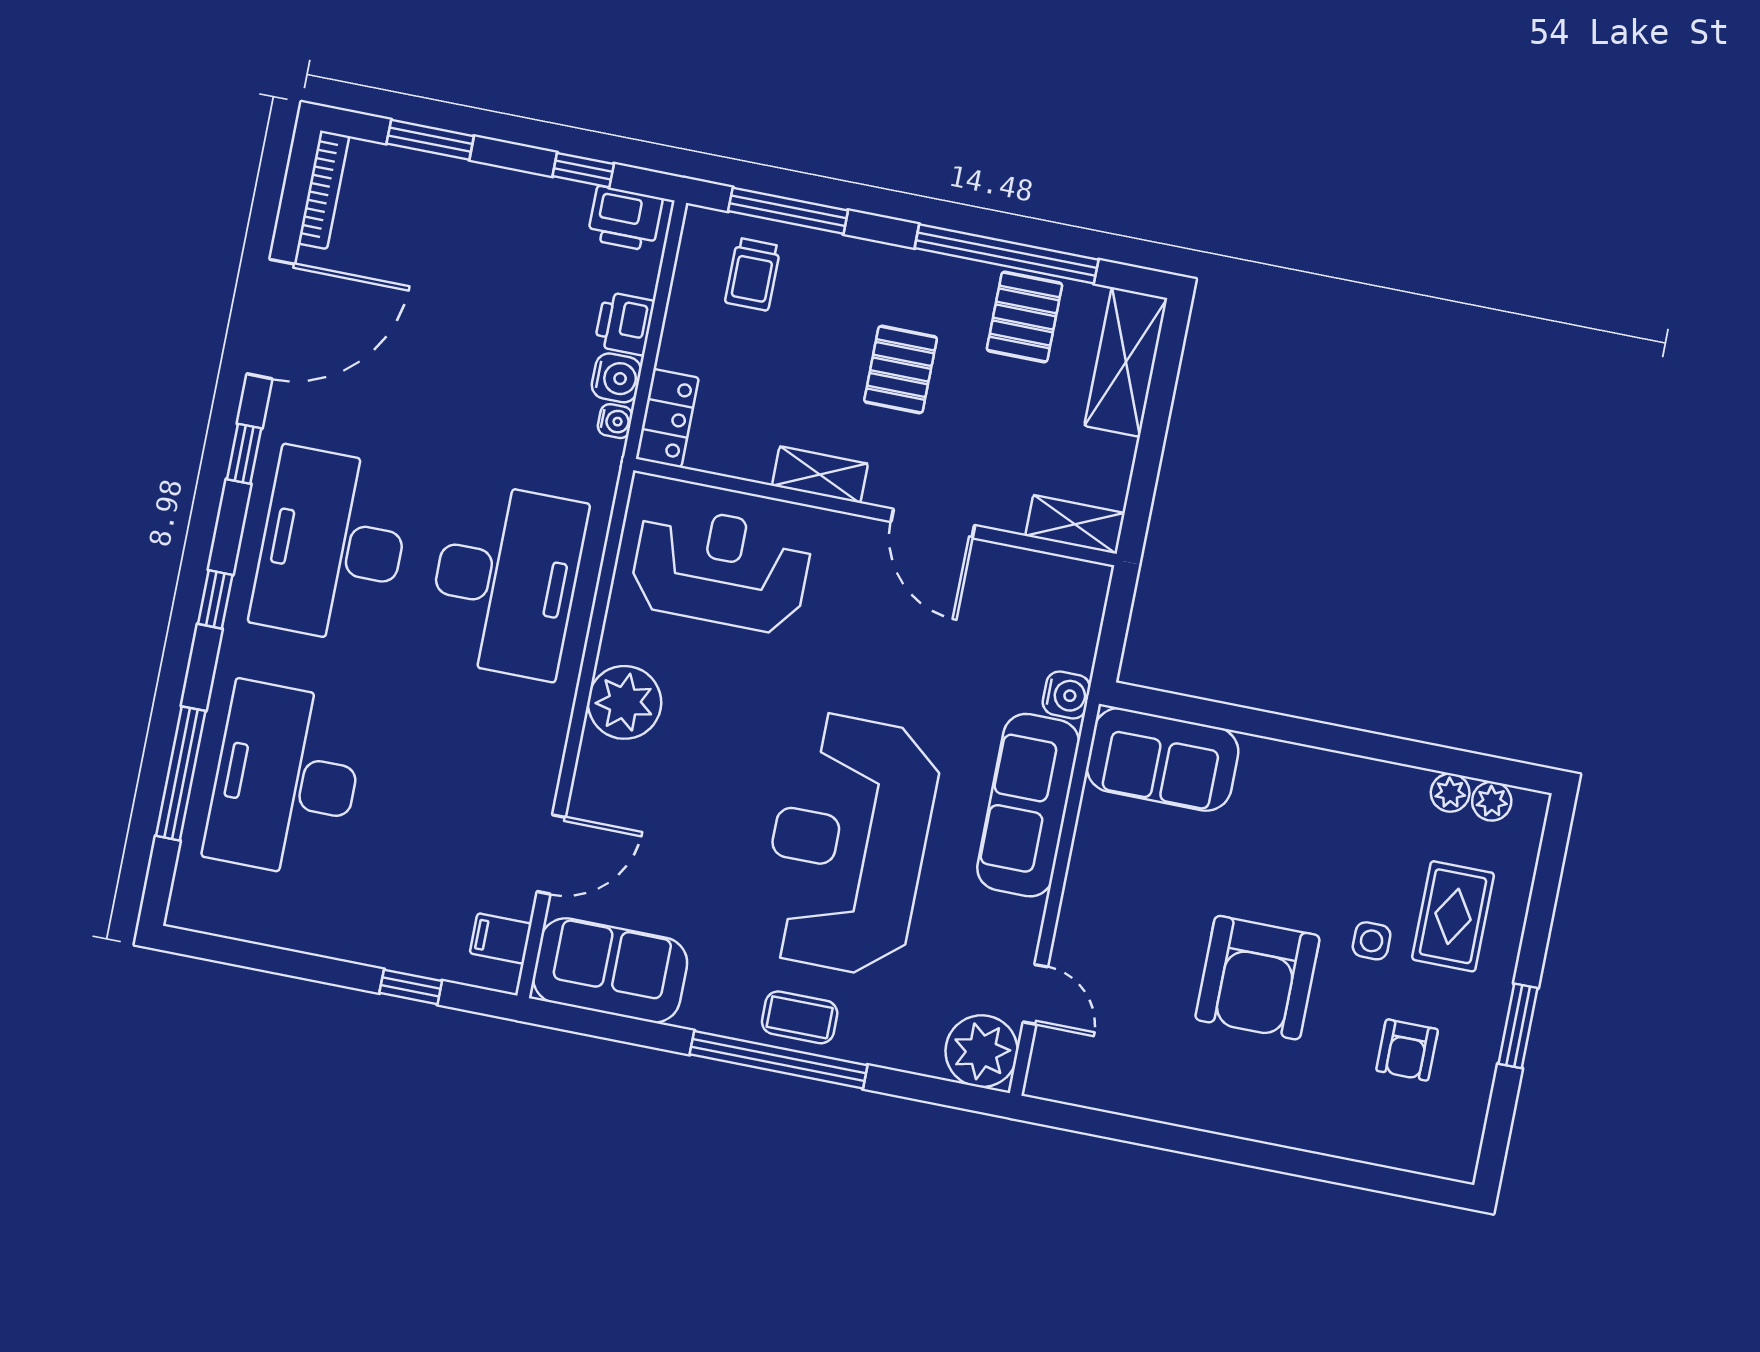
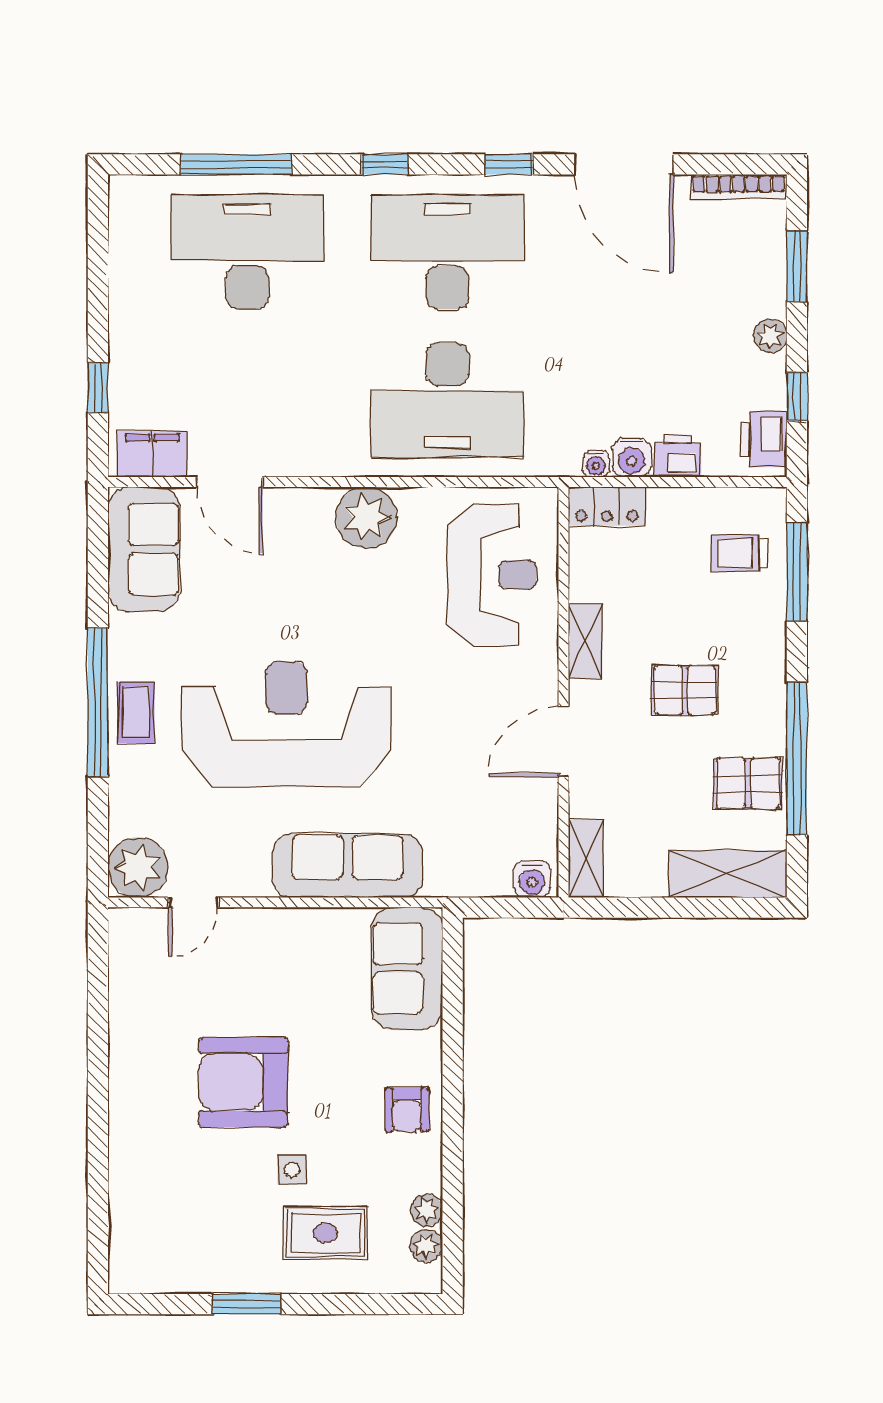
plant: (506, 187) -> (770, 336), added
water cooler: (1066, 695) -> (532, 879), moved
filing cabinet: (501, 938) -> (152, 454), width x2.00
armchair: (1407, 1050) -> (407, 1110), moved, turned -90

